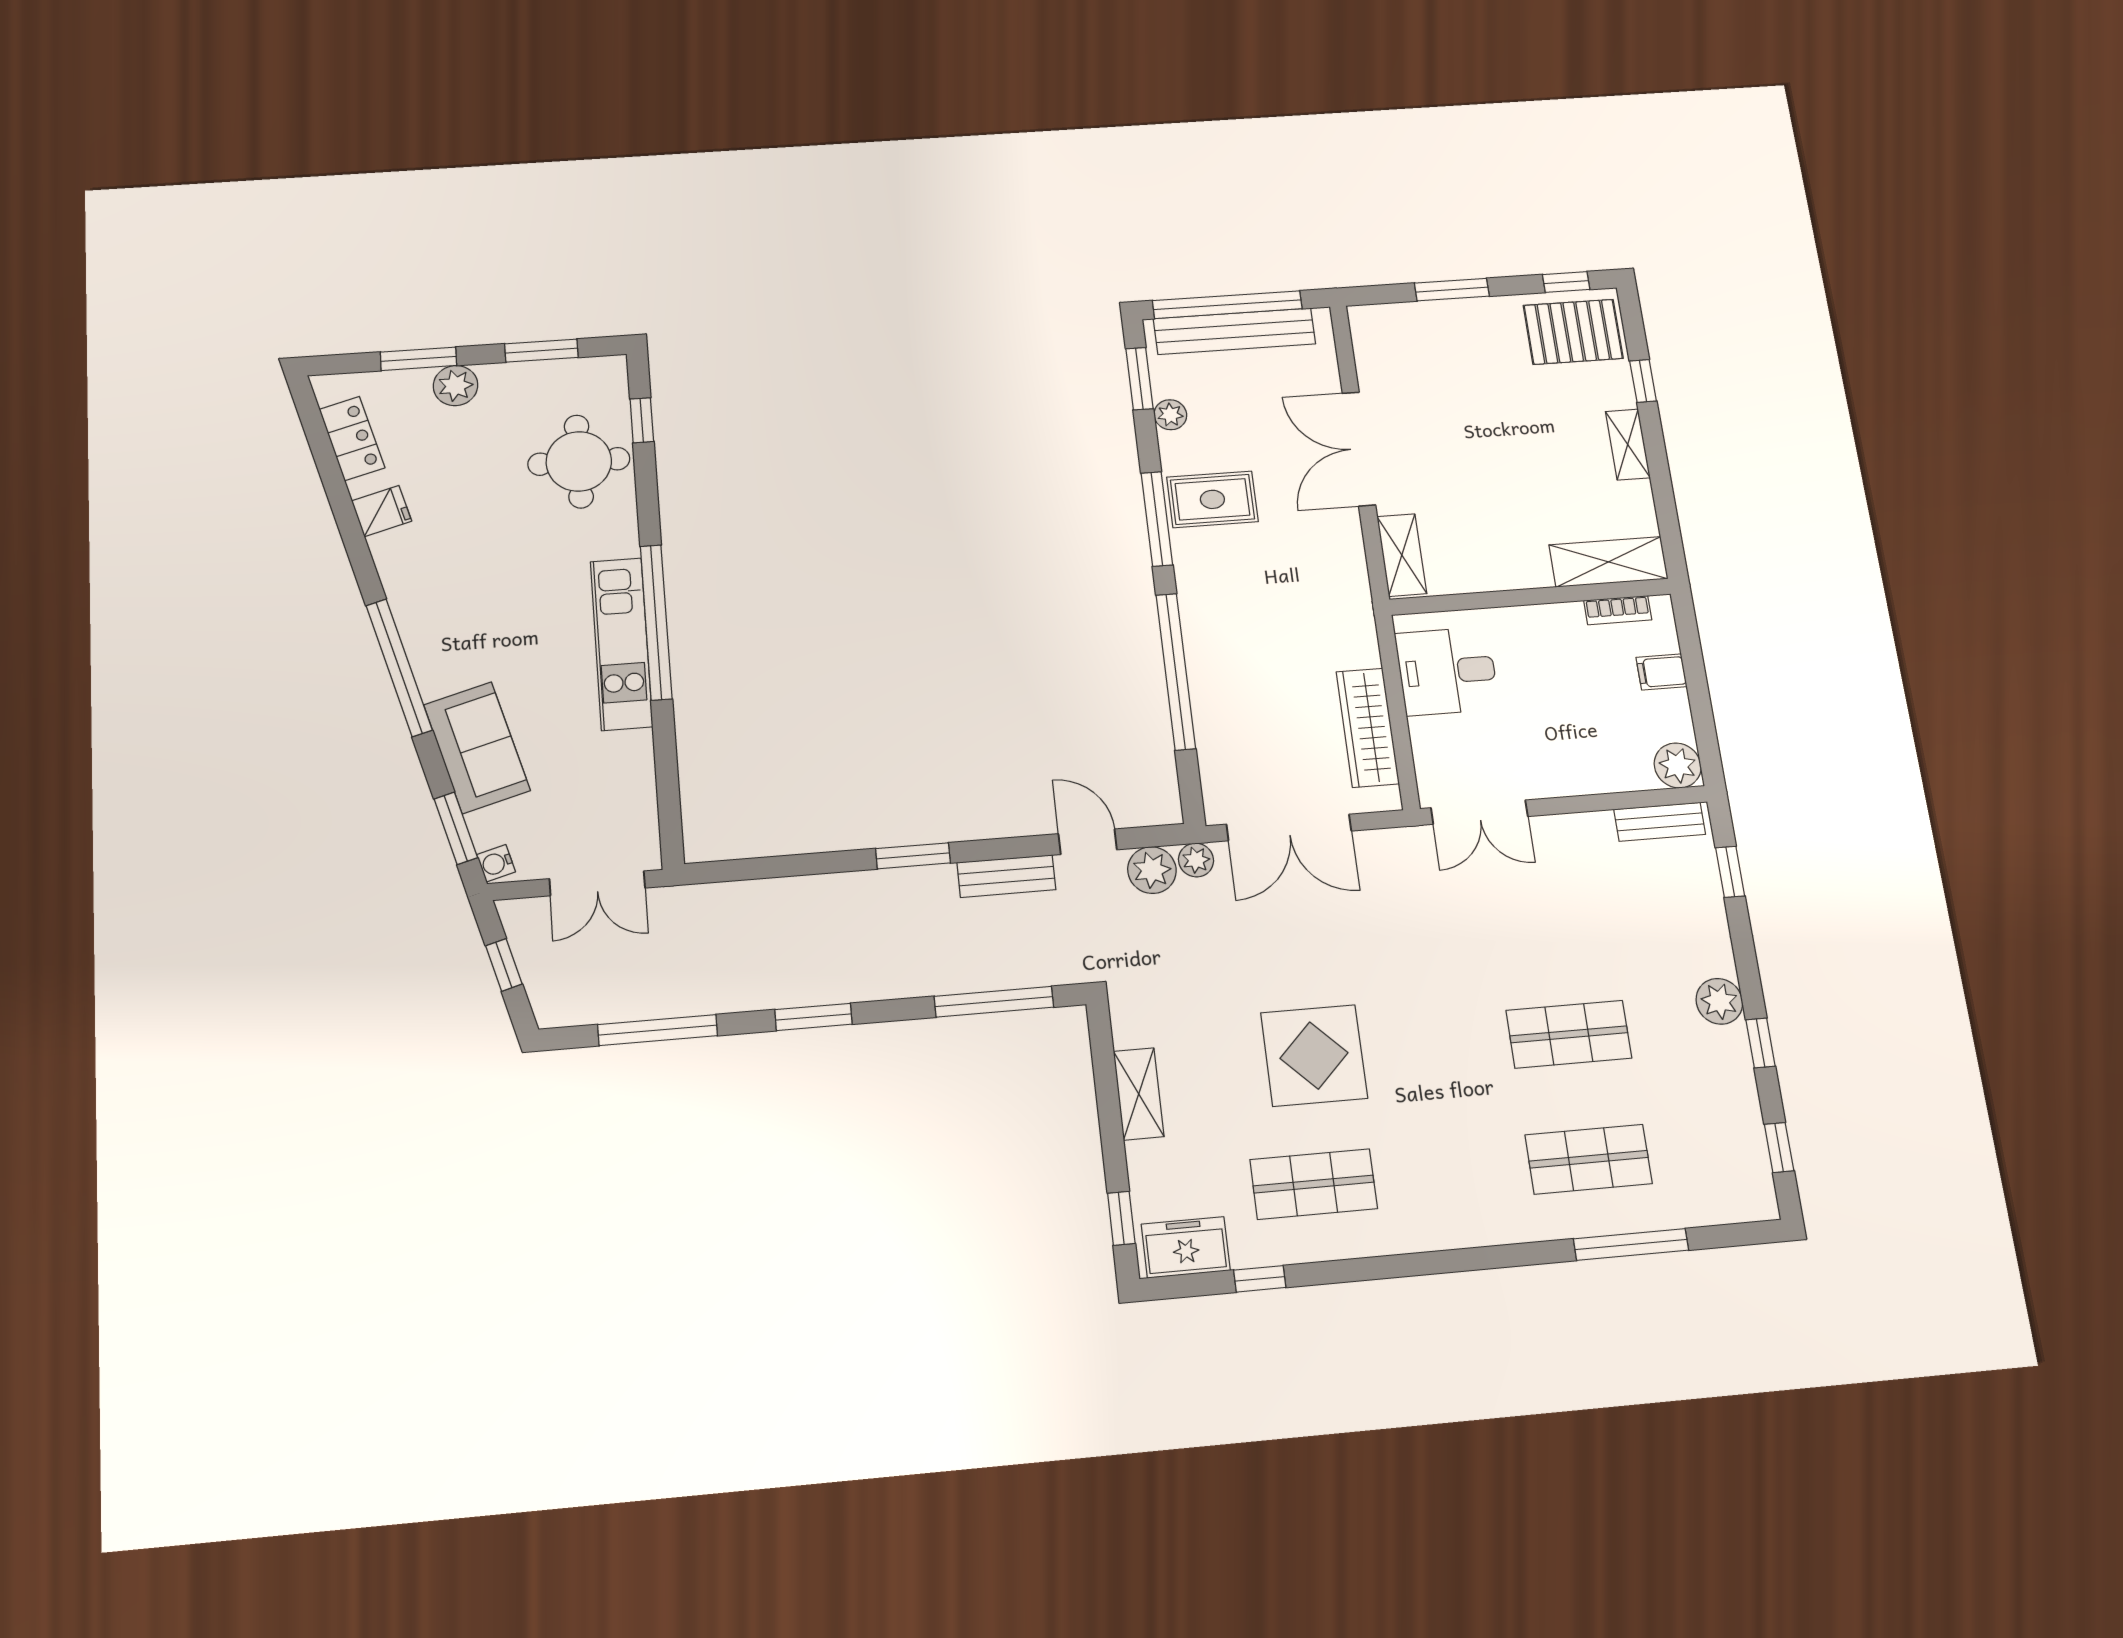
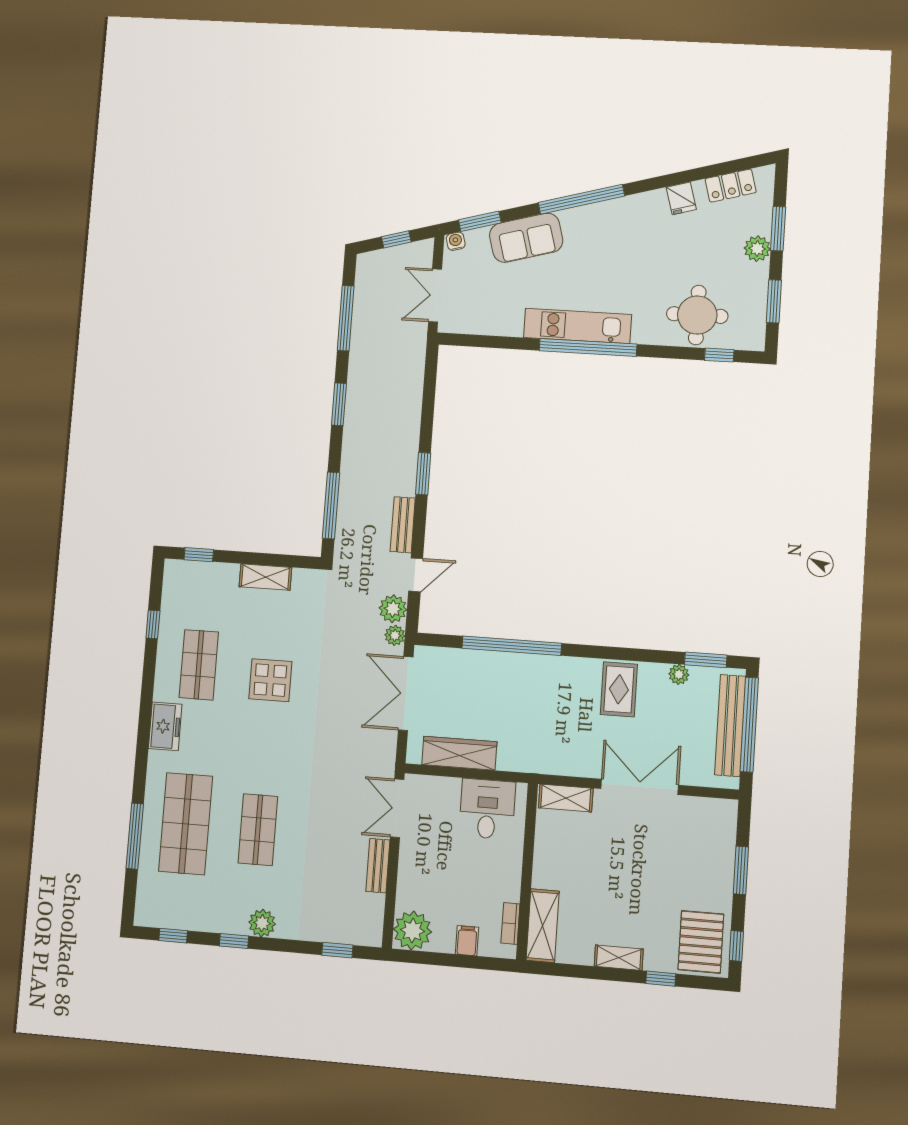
window: (1157, 519) -> (611, 653), removed
plant: (1678, 765) -> (413, 931), width x1.36, depth x1.36
bench: (1660, 822) -> (378, 866), moved
display table: (1314, 1056) -> (270, 680), width x0.73, depth x0.73
shop shelf: (1589, 1159) -> (186, 824), width x1.43, depth x1.36
freezer: (1186, 1247) -> (165, 726), moved

